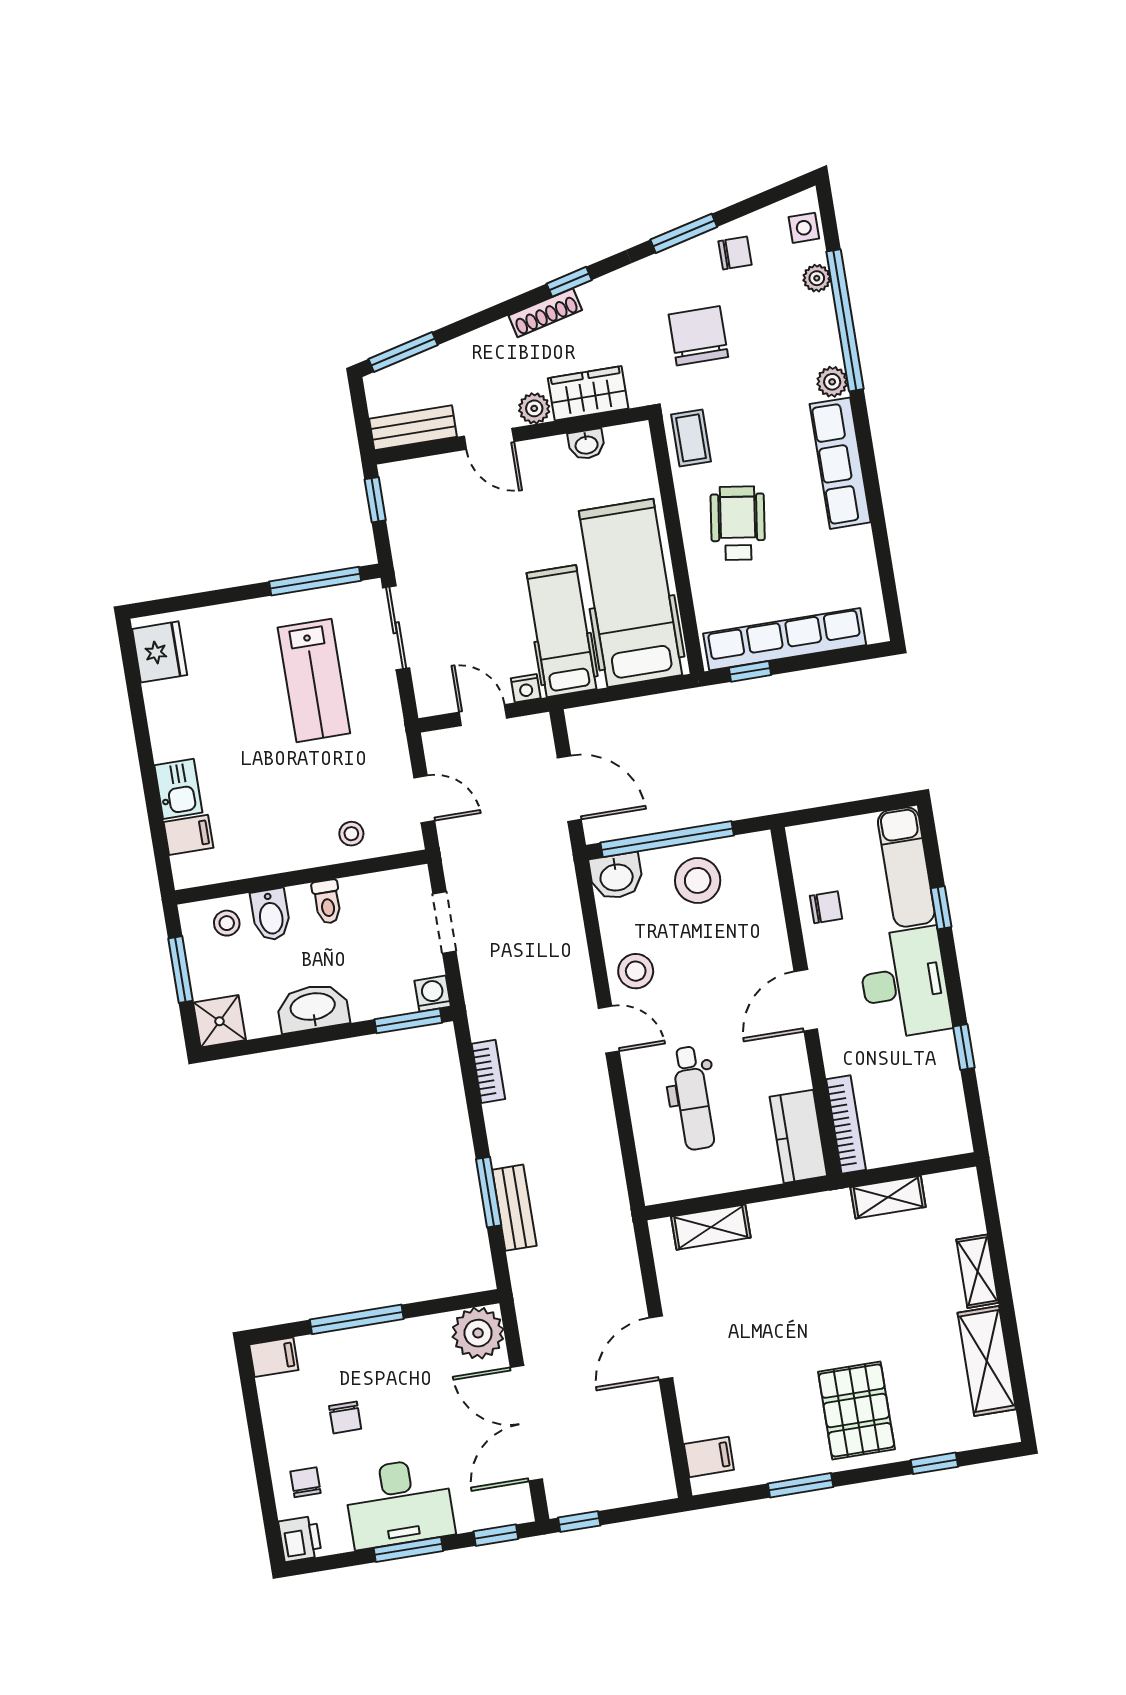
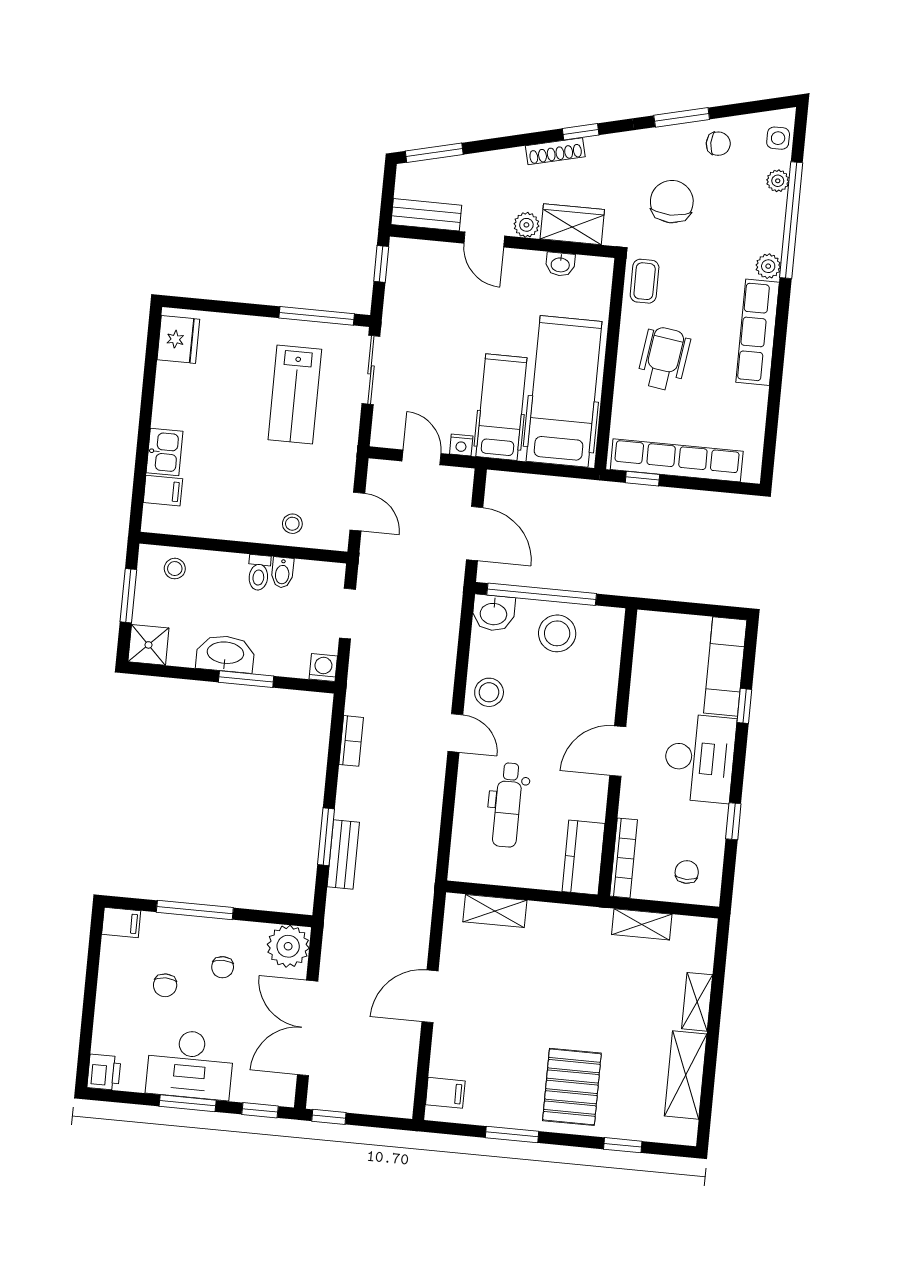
chair: (826, 907) -> (687, 872), moved, turned -90
bidet: (271, 915) -> (282, 572), moved, width x0.72, depth x0.74
window: (408, 1021) -> (246, 679), moved
chair: (306, 1482) -> (223, 967), moved, turned 180

